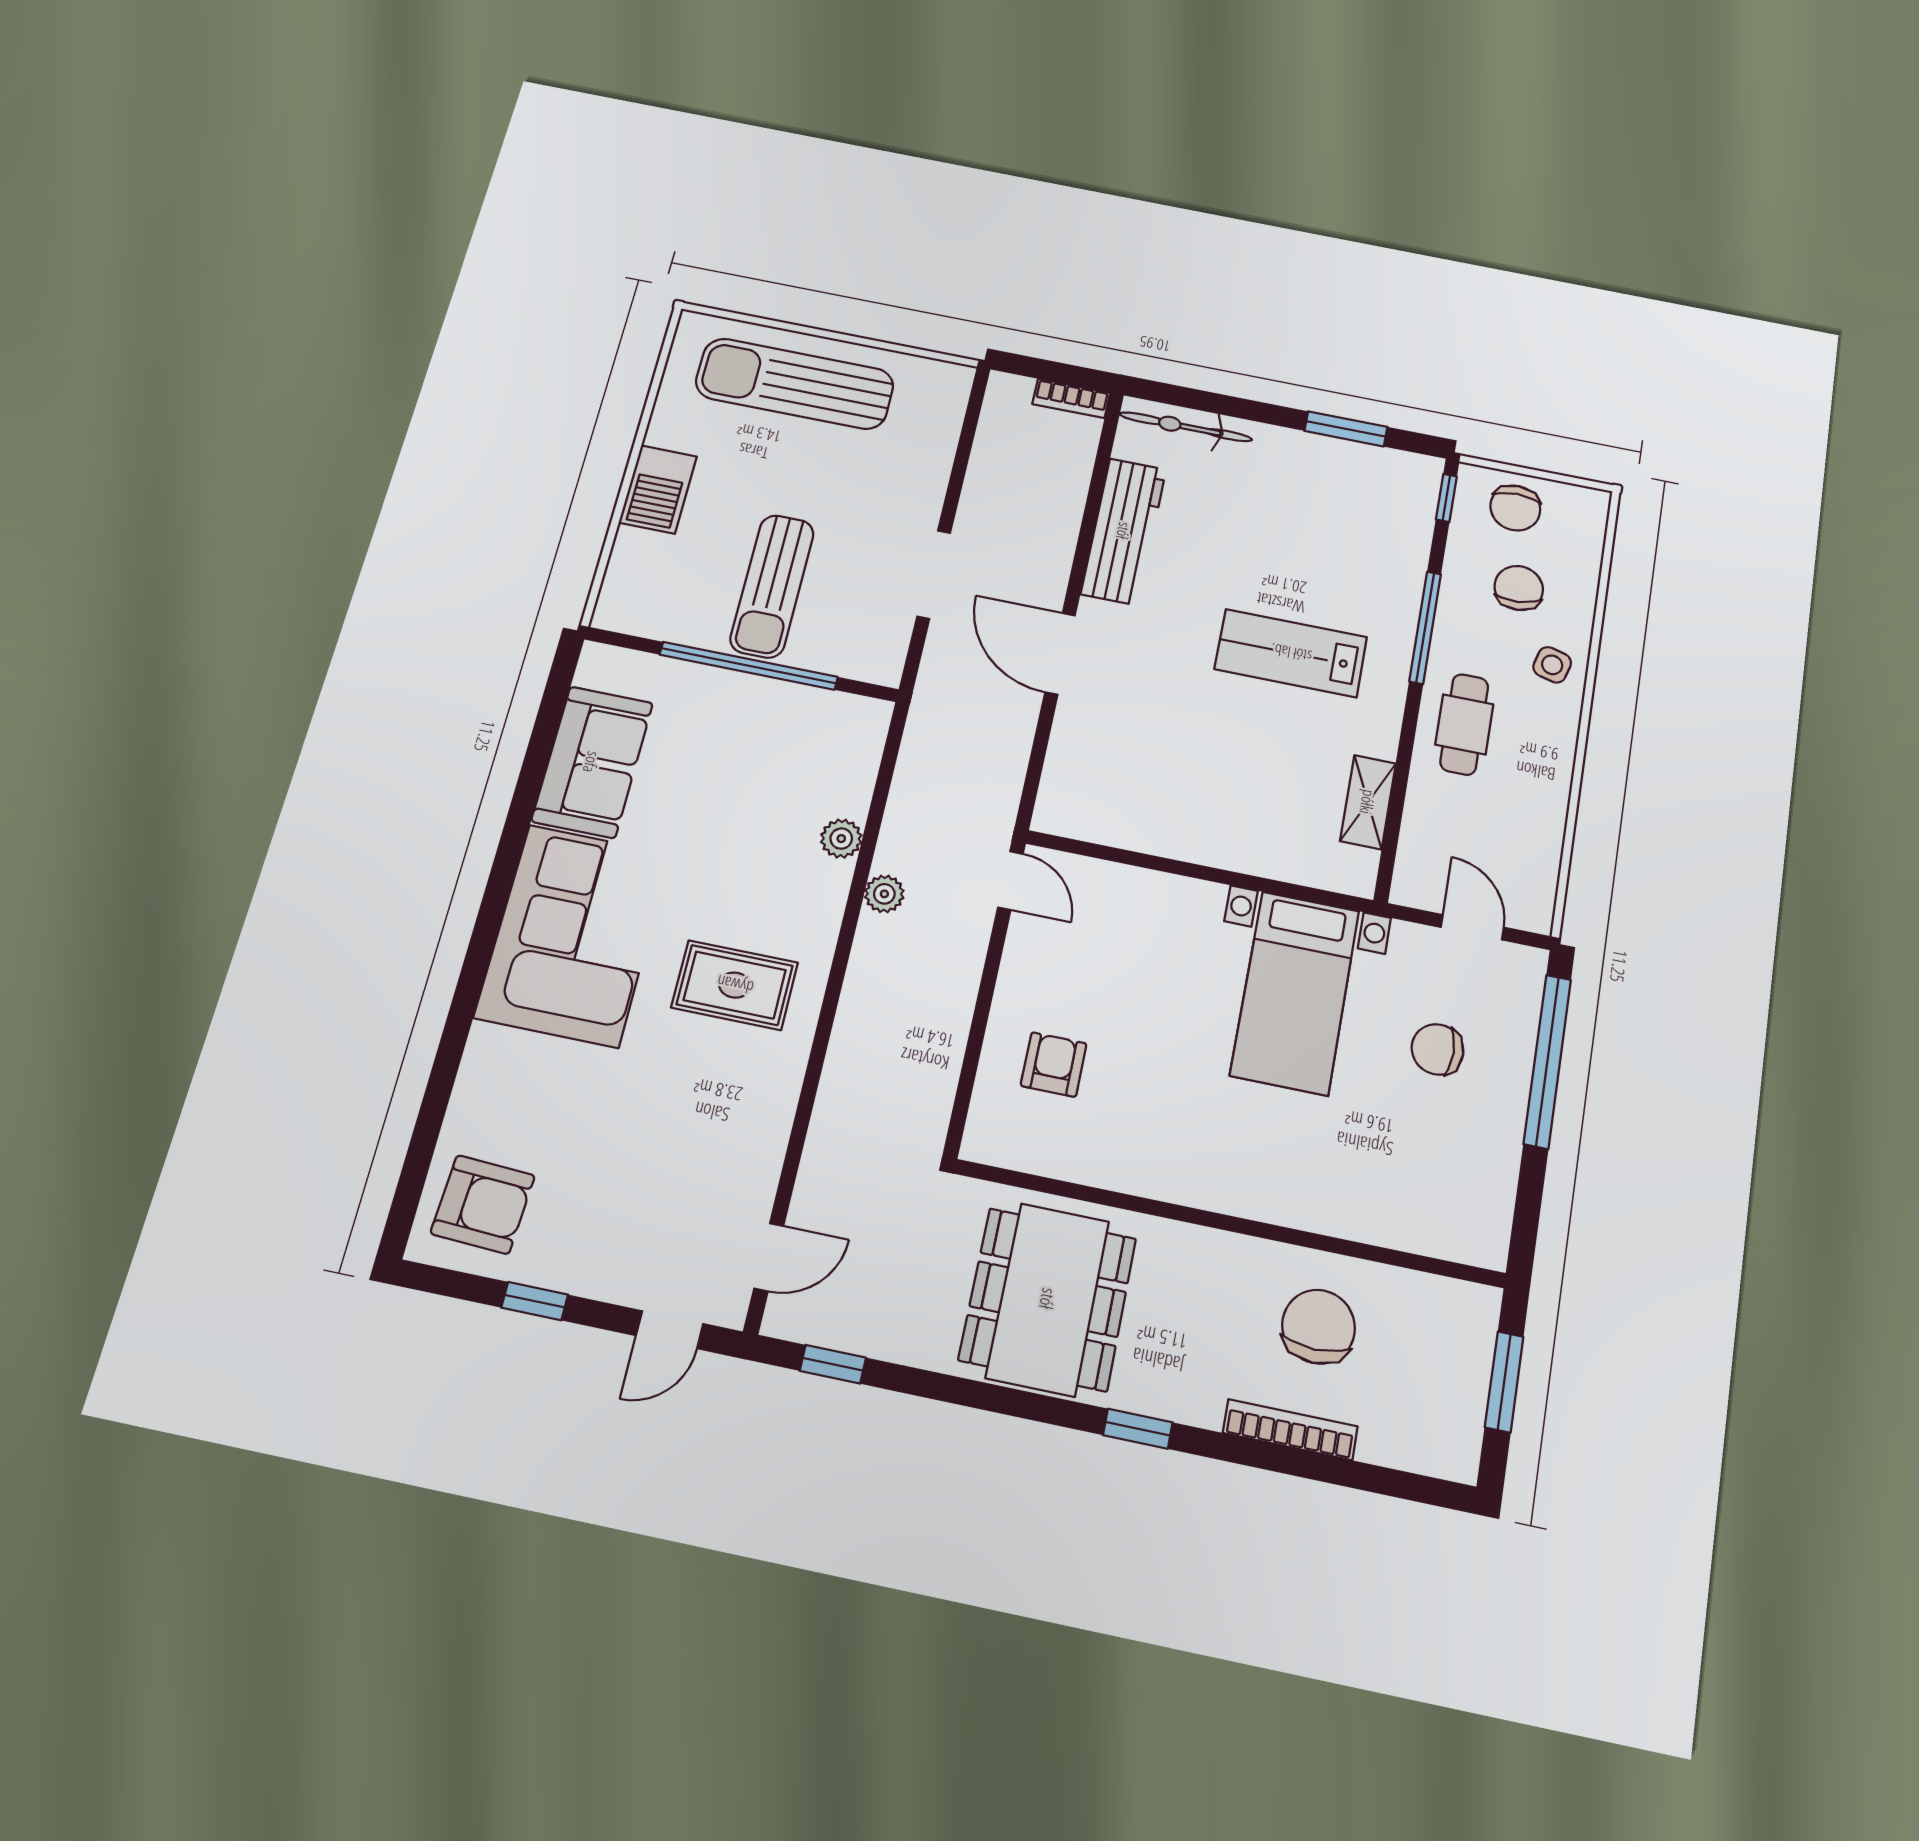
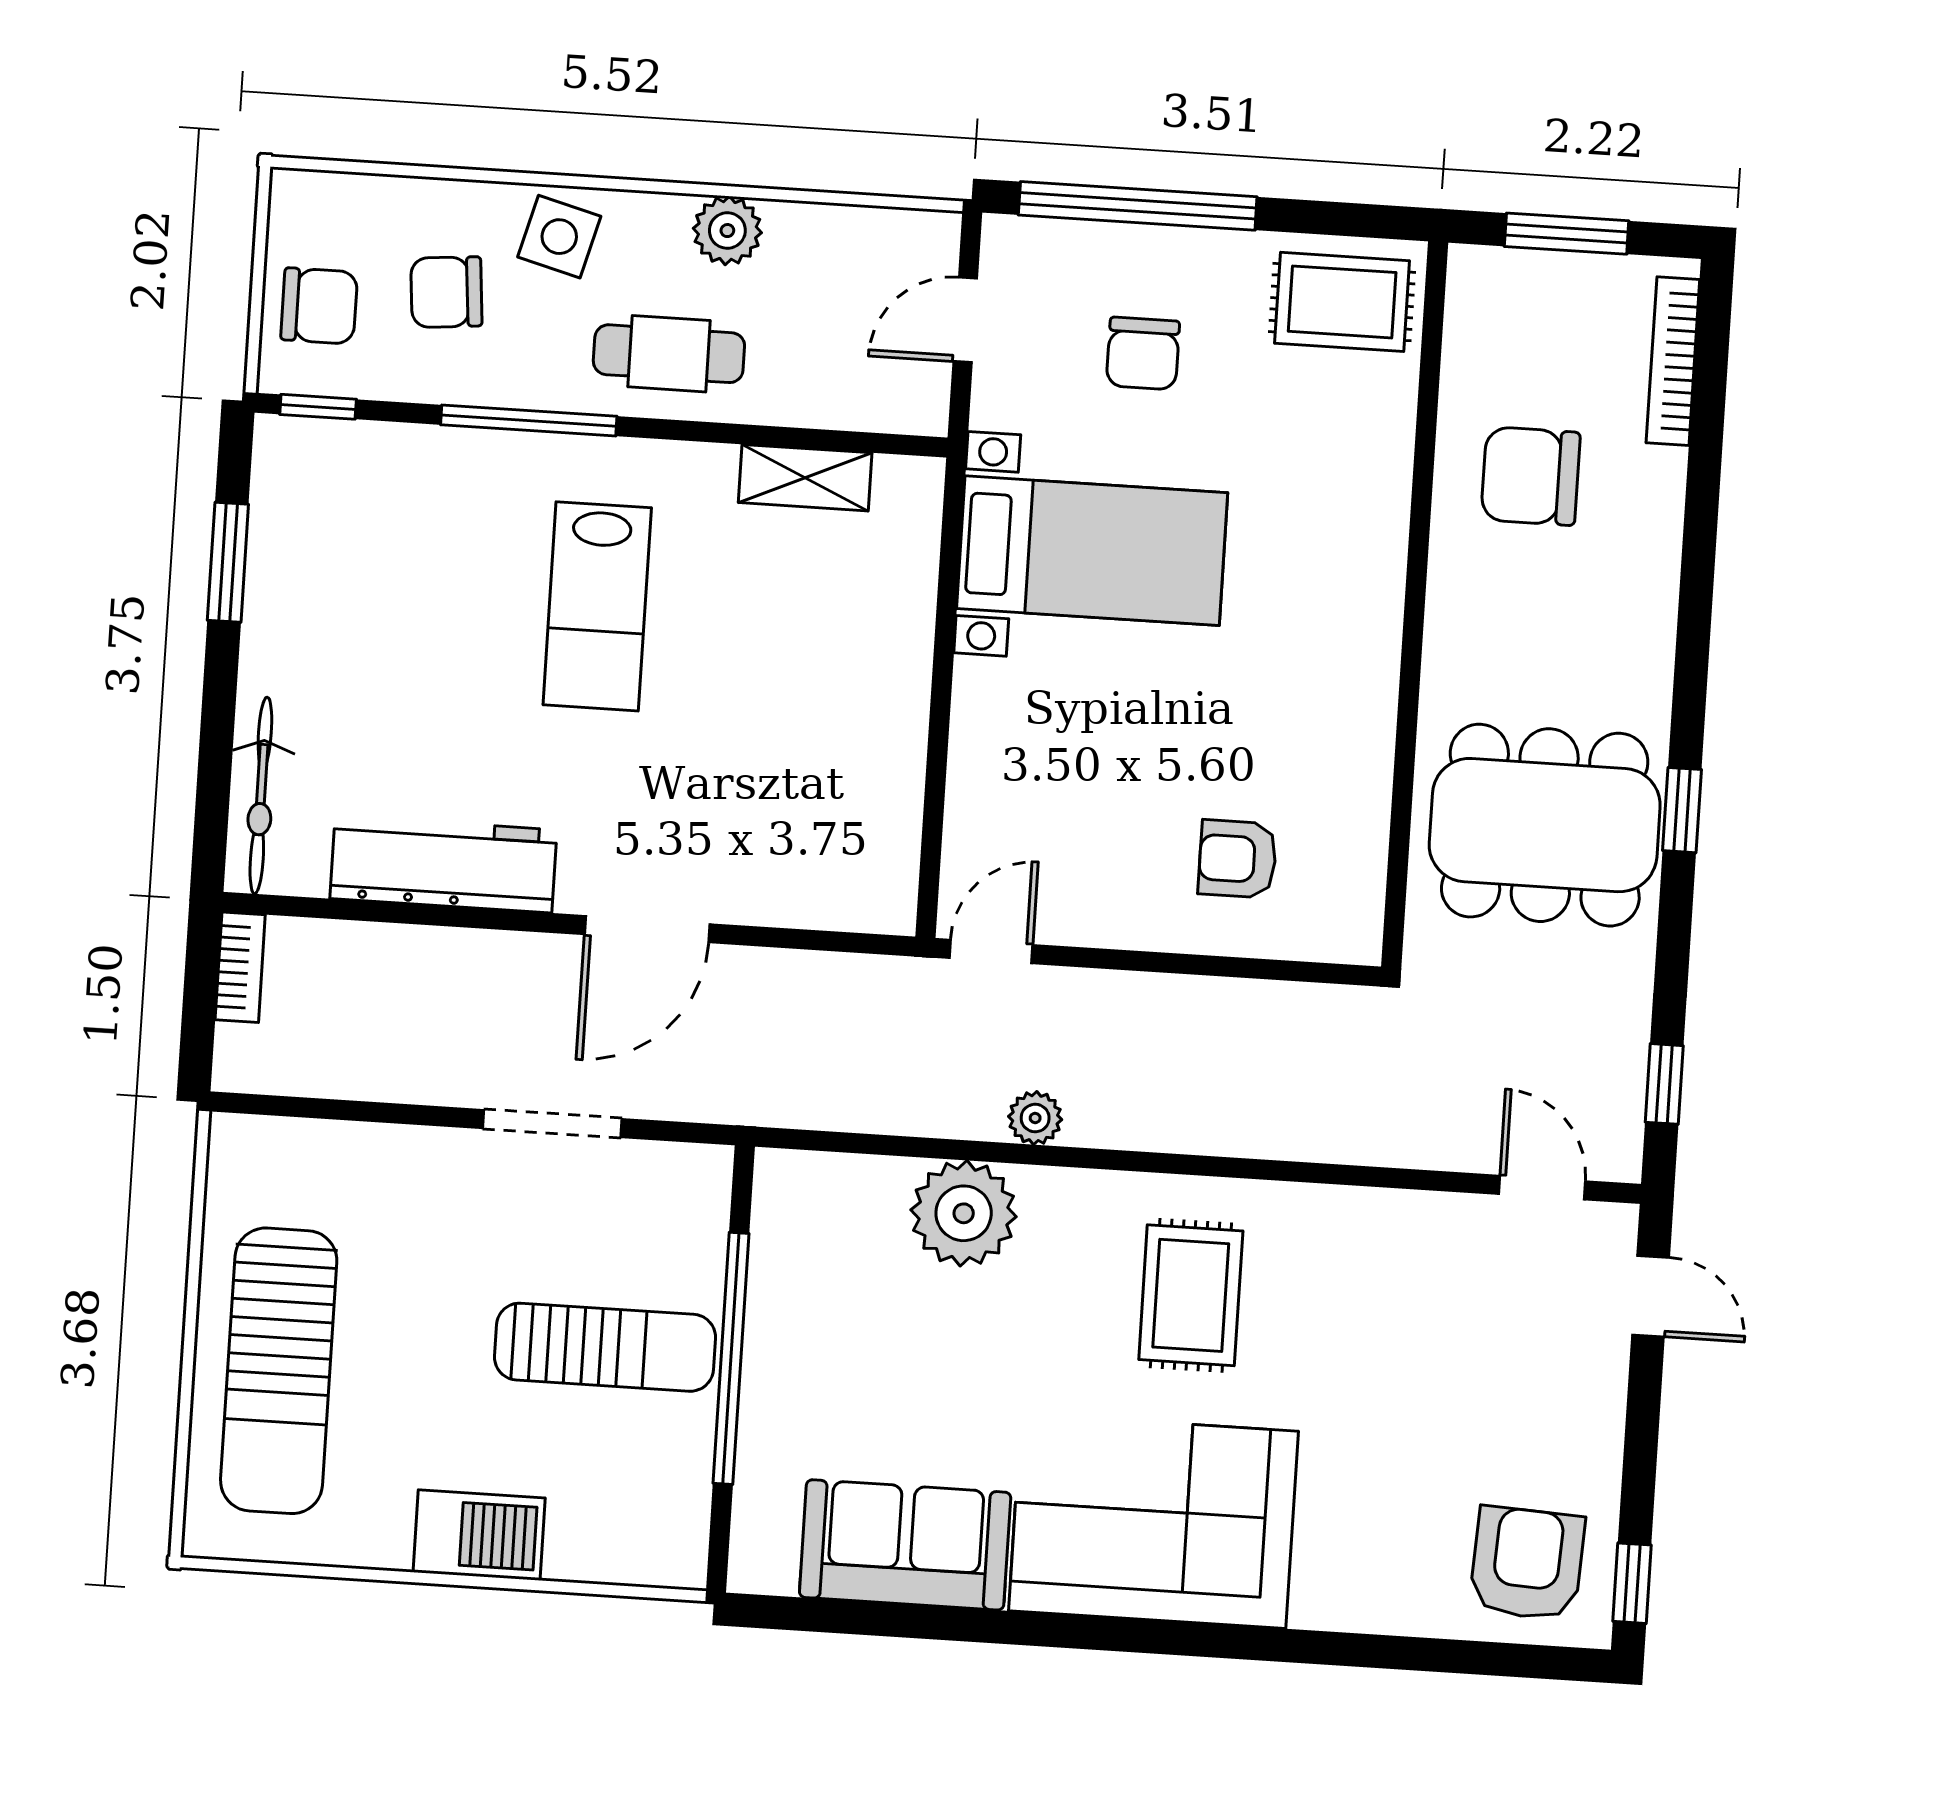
side table: (1552, 665) -> (559, 237), width x1.37, depth x1.37
plant: (1549, 775) -> (727, 231), added
plant: (841, 839) -> (964, 1213), width x1.88, depth x1.88
rug: (1464, 1201) -> (1342, 302), added
window: (535, 1301) -> (1632, 1583), moved
window: (1138, 1429) -> (1682, 810), moved
bookcase: (1290, 1430) -> (1673, 361), moved

